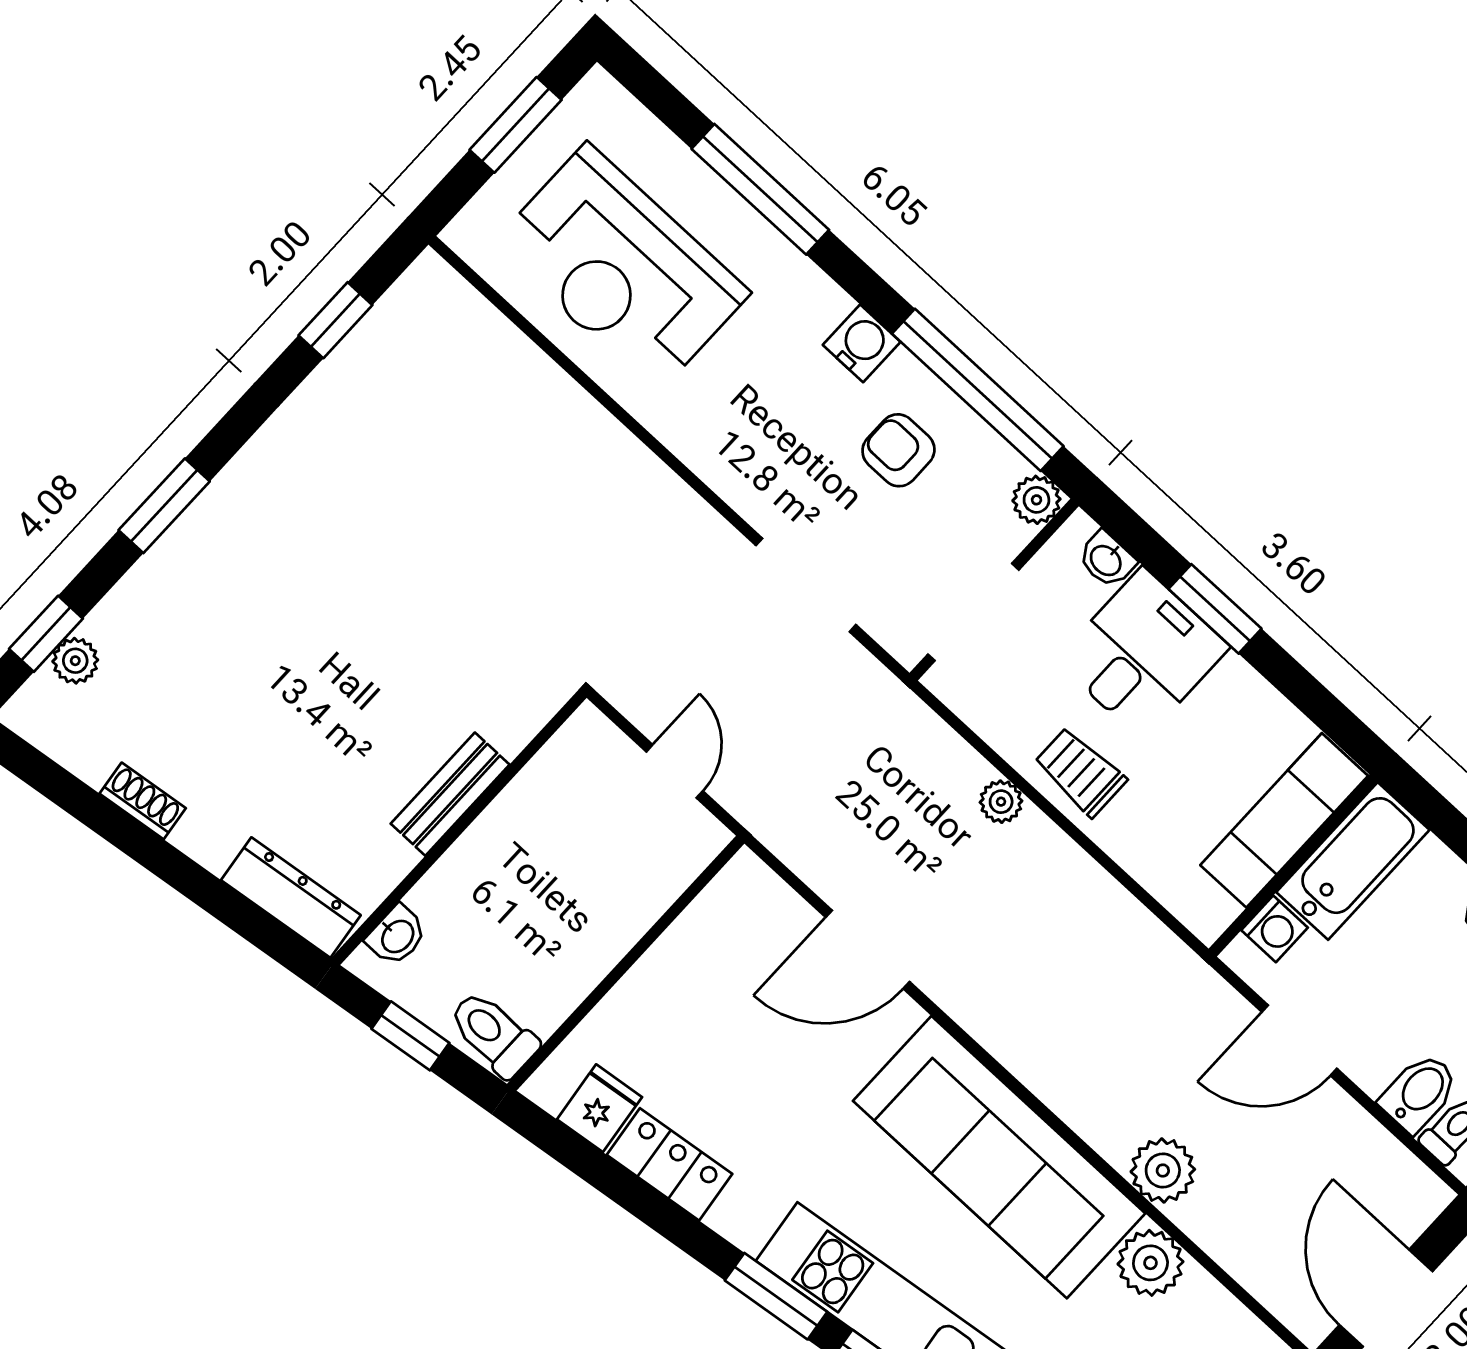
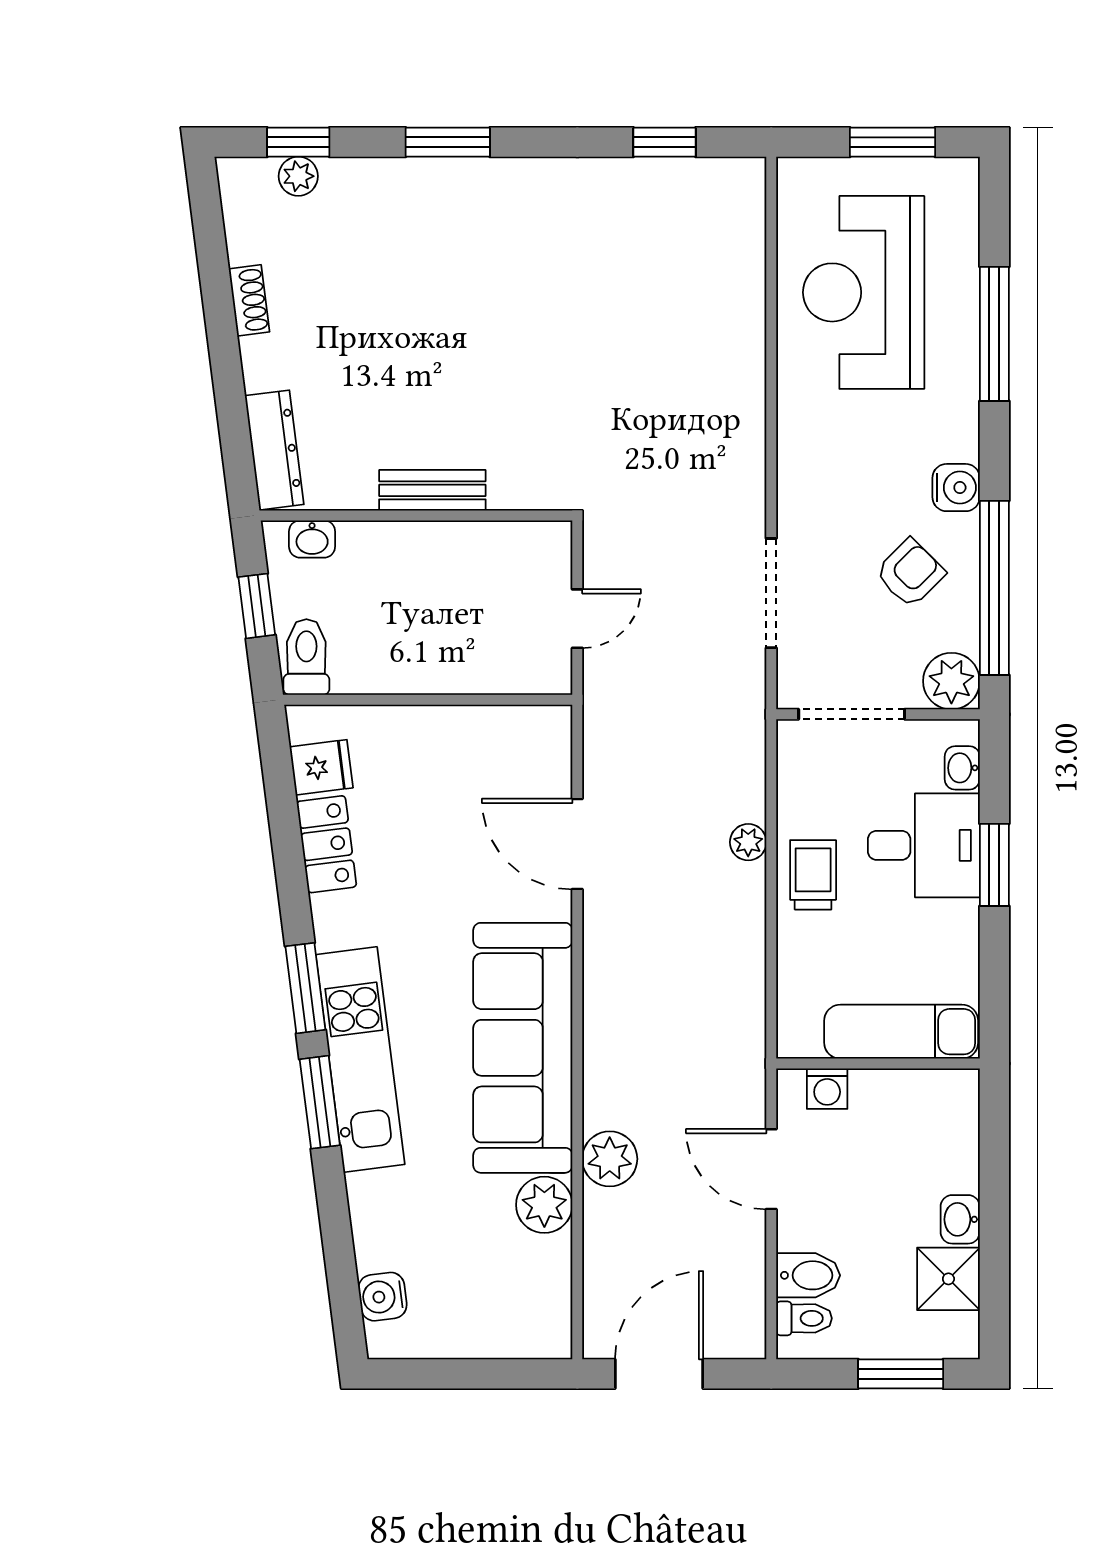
armchair: (898, 450) -> (910, 573), turned 45
plant: (1036, 500) -> (951, 681), width x1.38, depth x1.38
bathtub: (1353, 861) -> (916, 1099), removed

